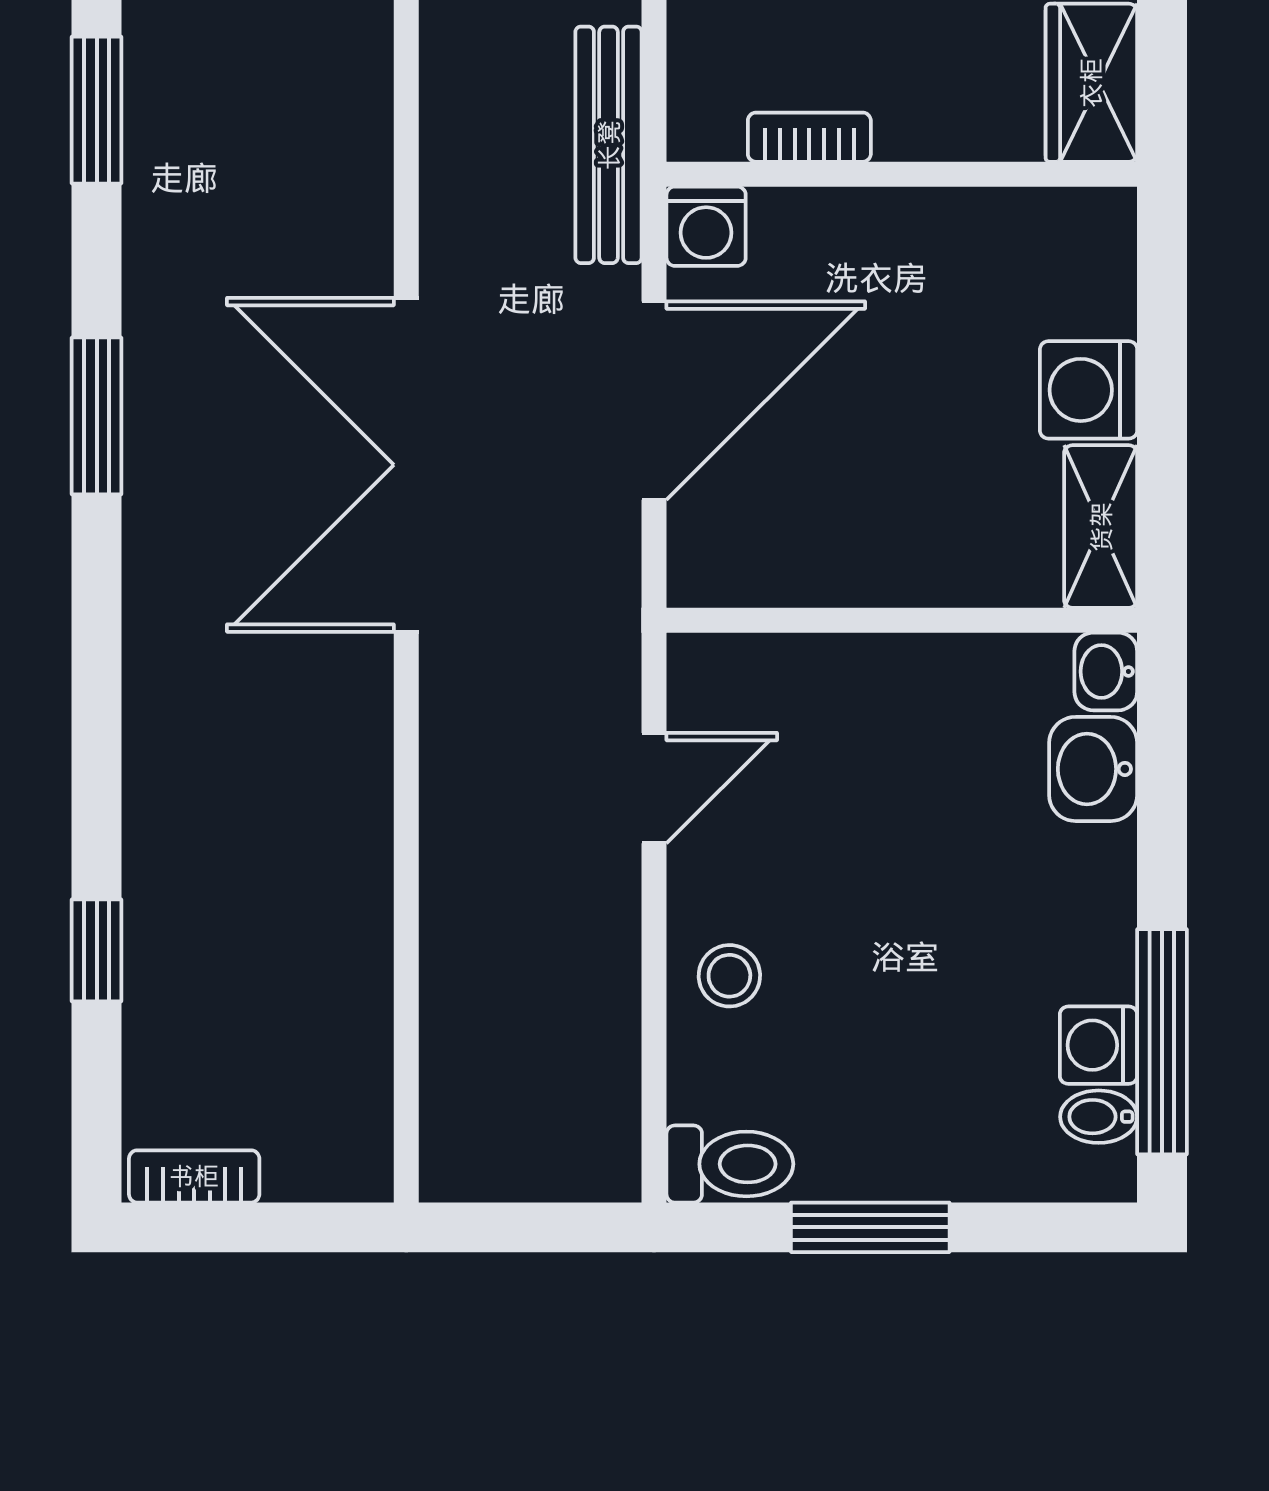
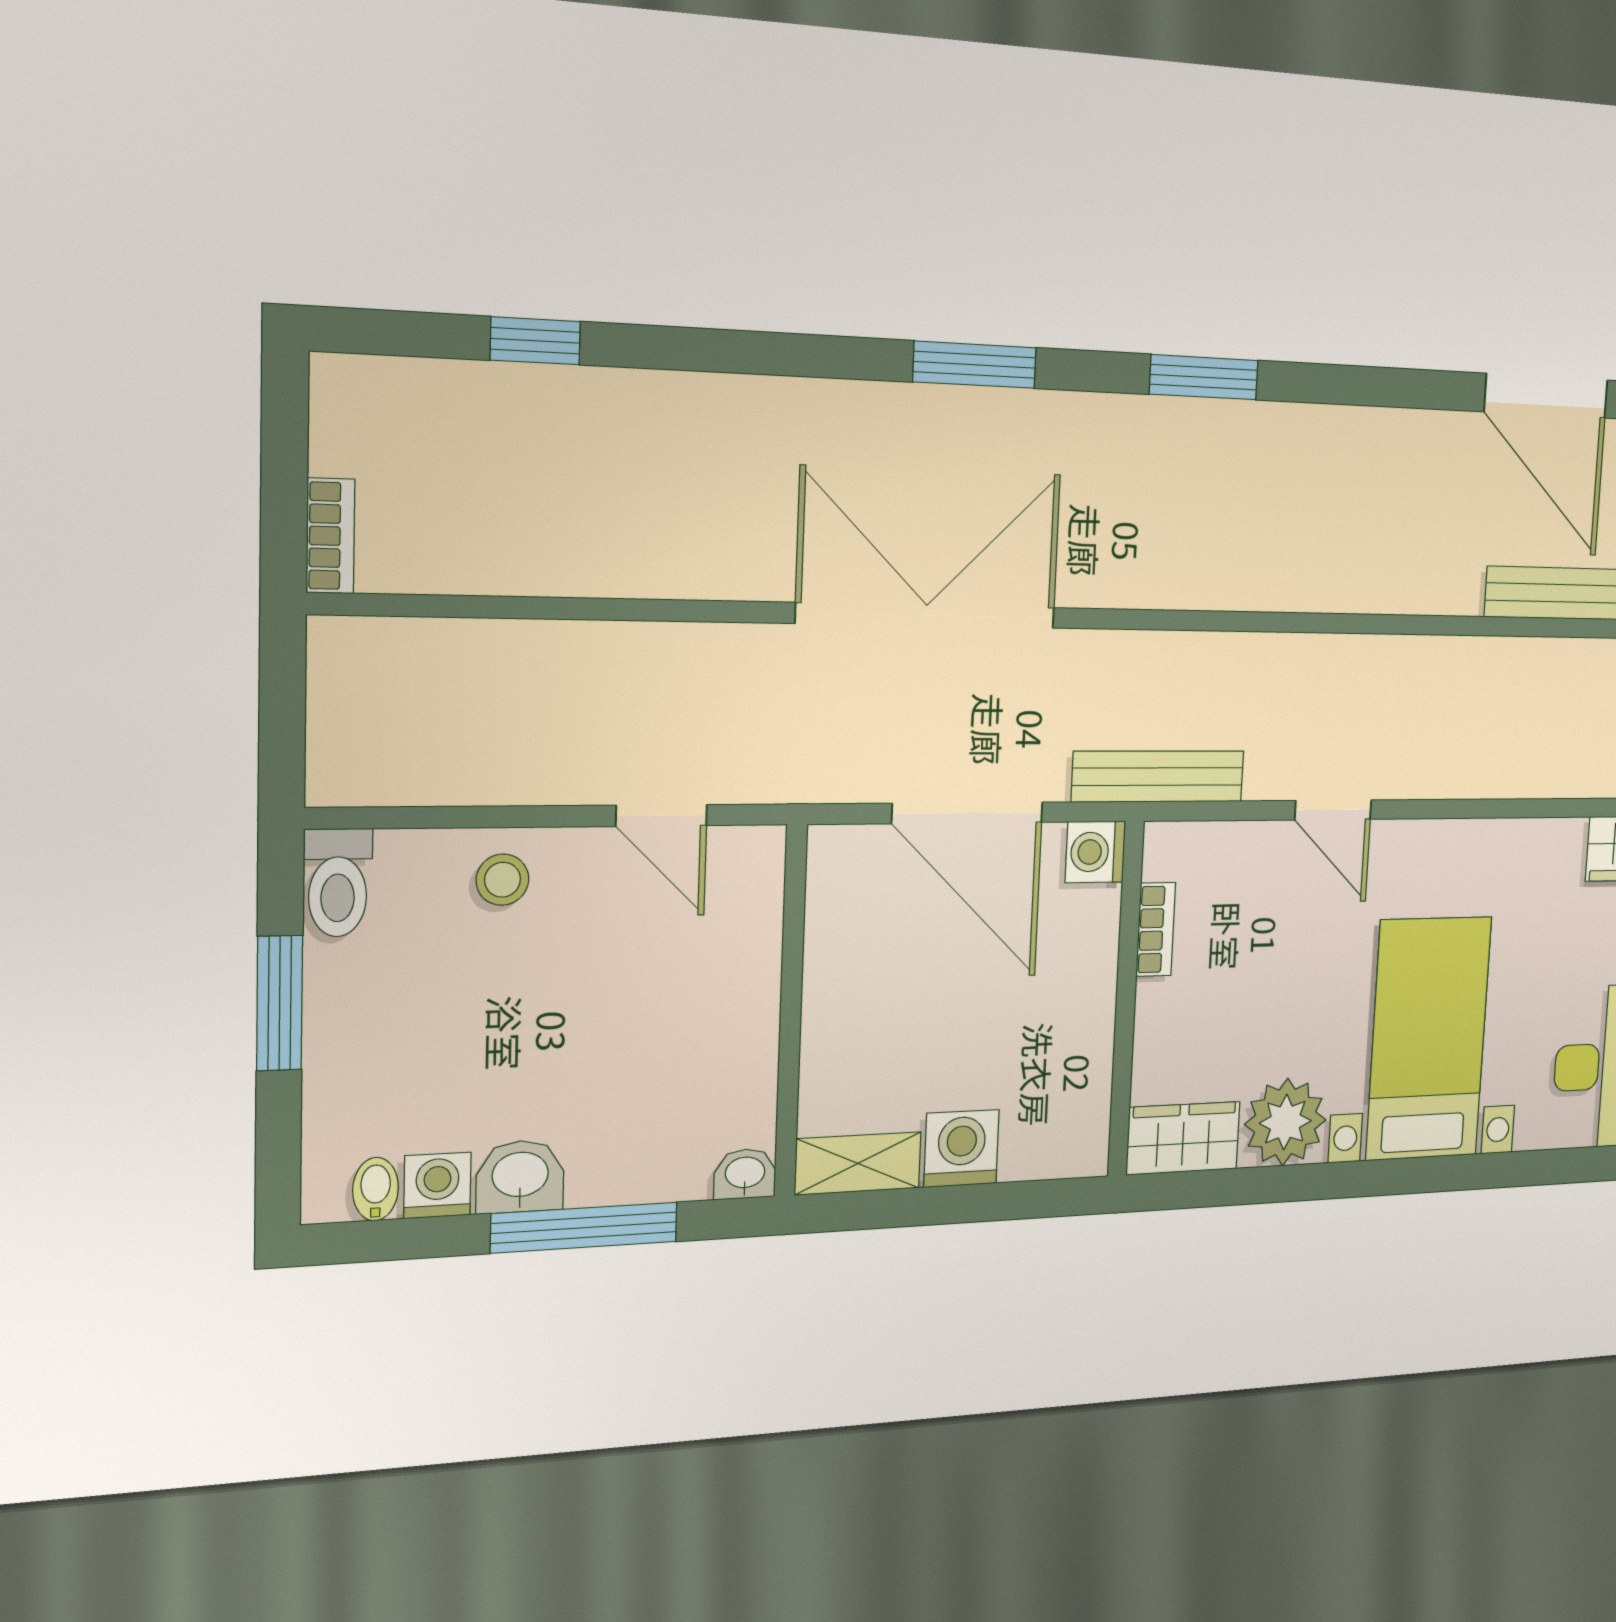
washbasin: (1093, 769) -> (520, 1176), moved
window: (1162, 1042) -> (584, 1228), moved
bookcase: (194, 1176) -> (330, 536), moved

